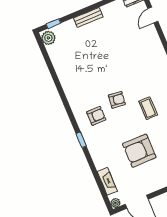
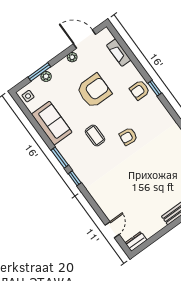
armchair: (96, 116) -> (140, 90), moved
plant: (115, 203) -> (72, 57), moved

